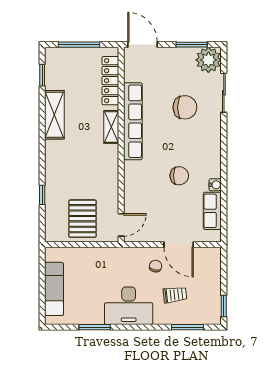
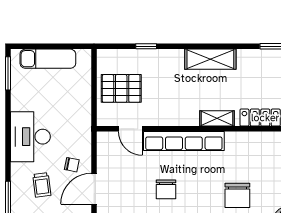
shelving: (54, 115) -> (210, 59), moved
row of seats: (133, 121) -> (184, 141), moved
door: (121, 225) -> (130, 129), moved
window: (95, 327) -> (8, 73), moved

